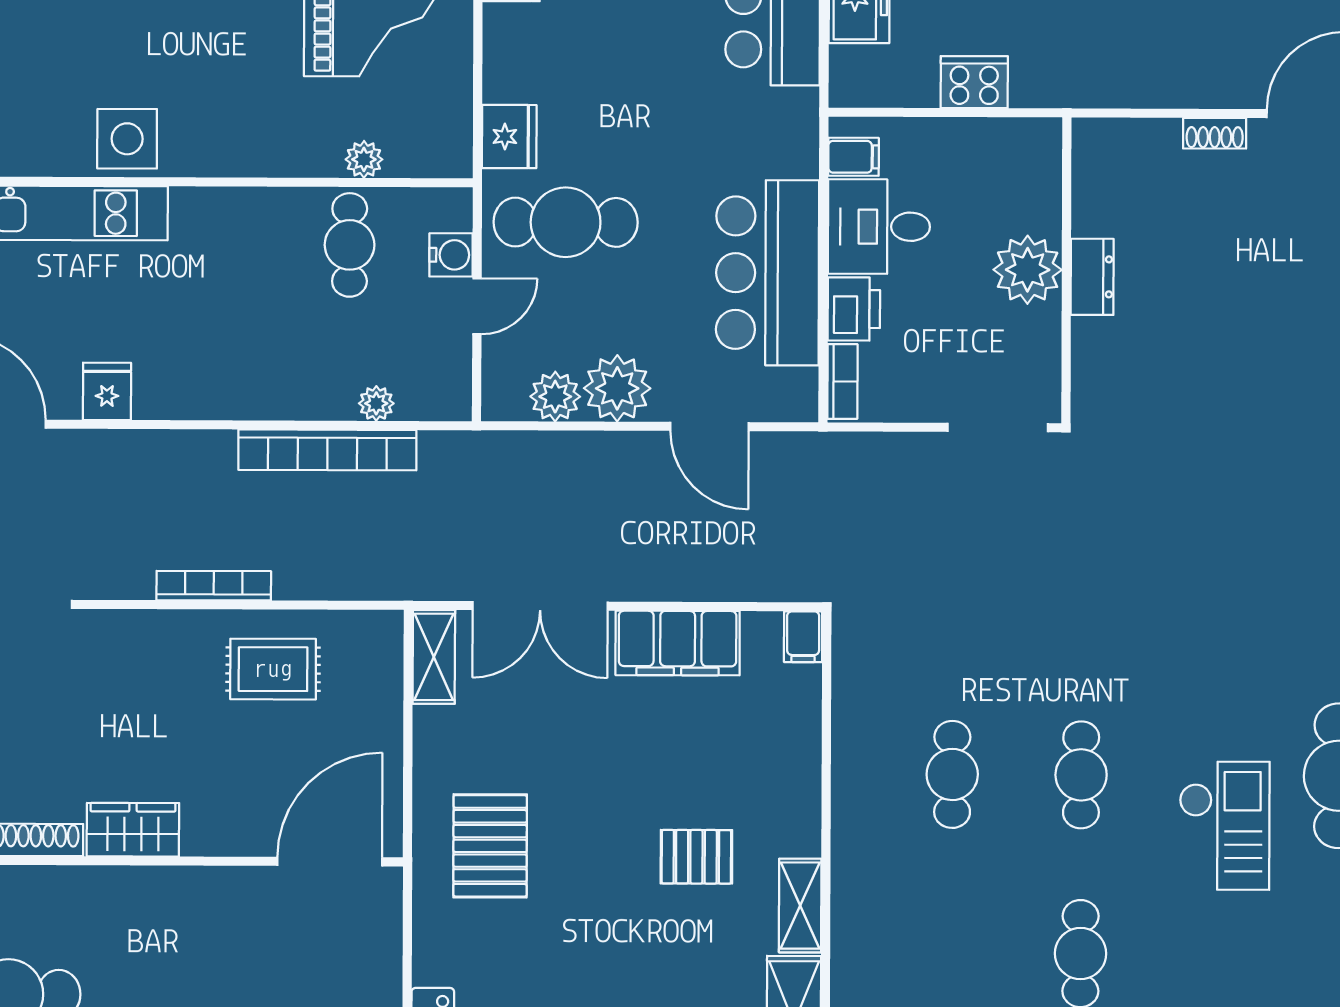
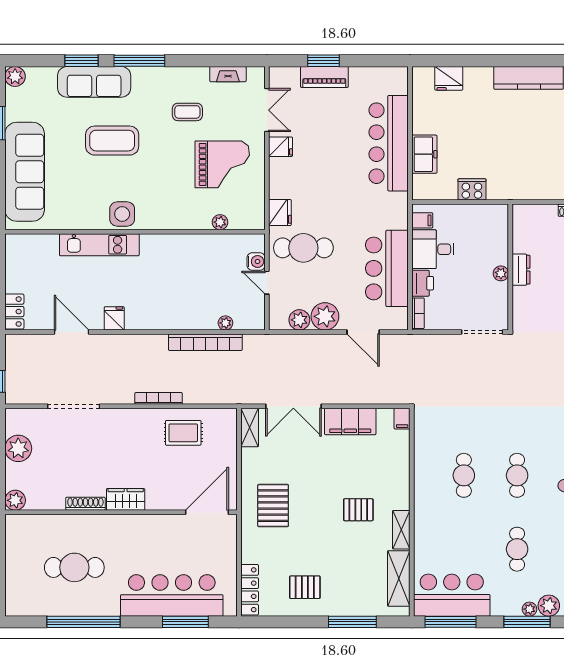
cafe table: (350, 245) -> (214, 258), removed
plant: (1028, 270) -> (501, 273), width x0.53, depth x0.53
door: (477, 306) -> (267, 283), swing flipped

